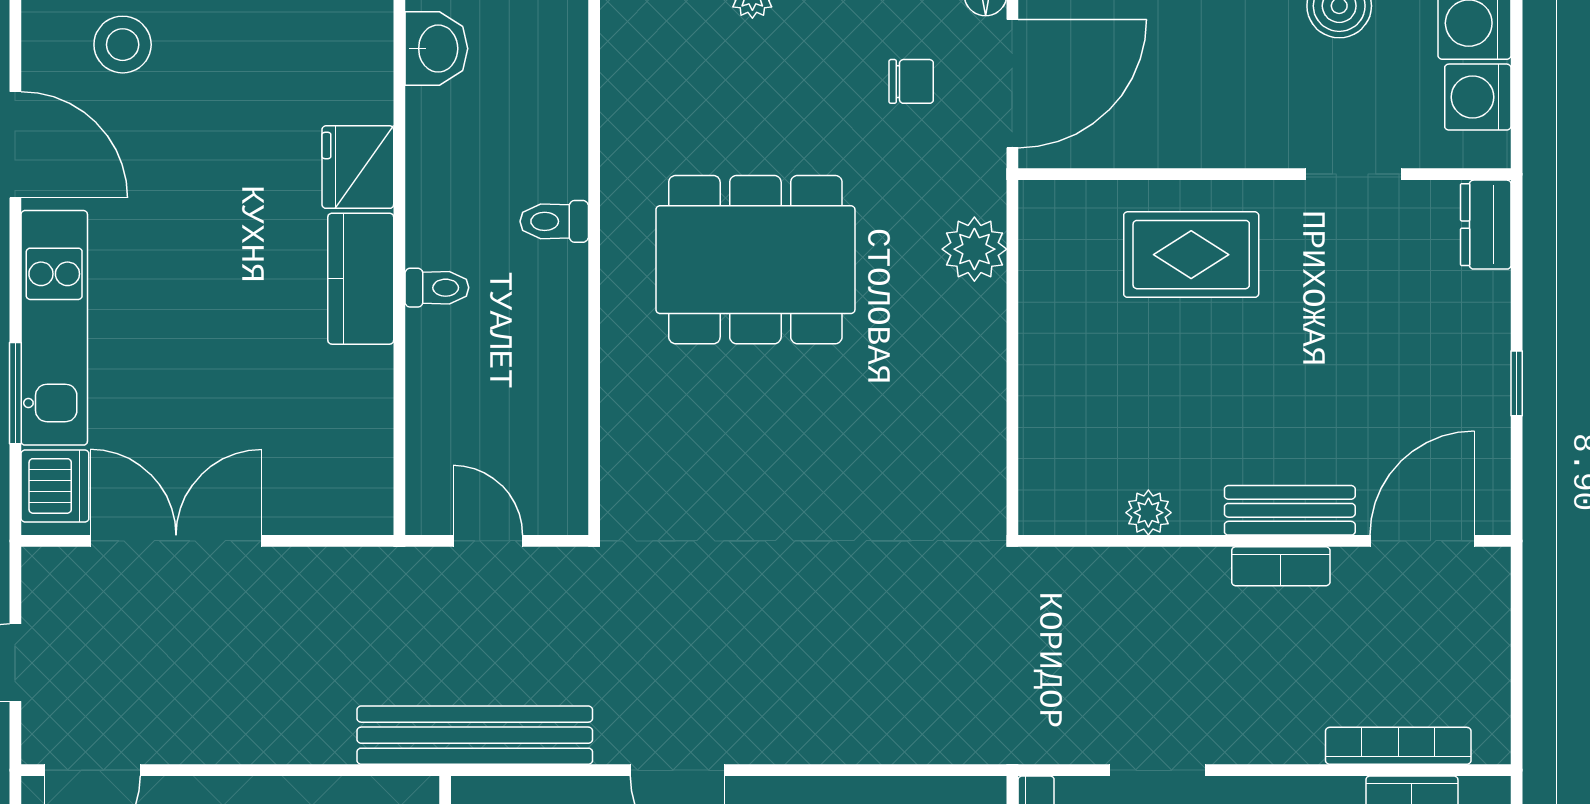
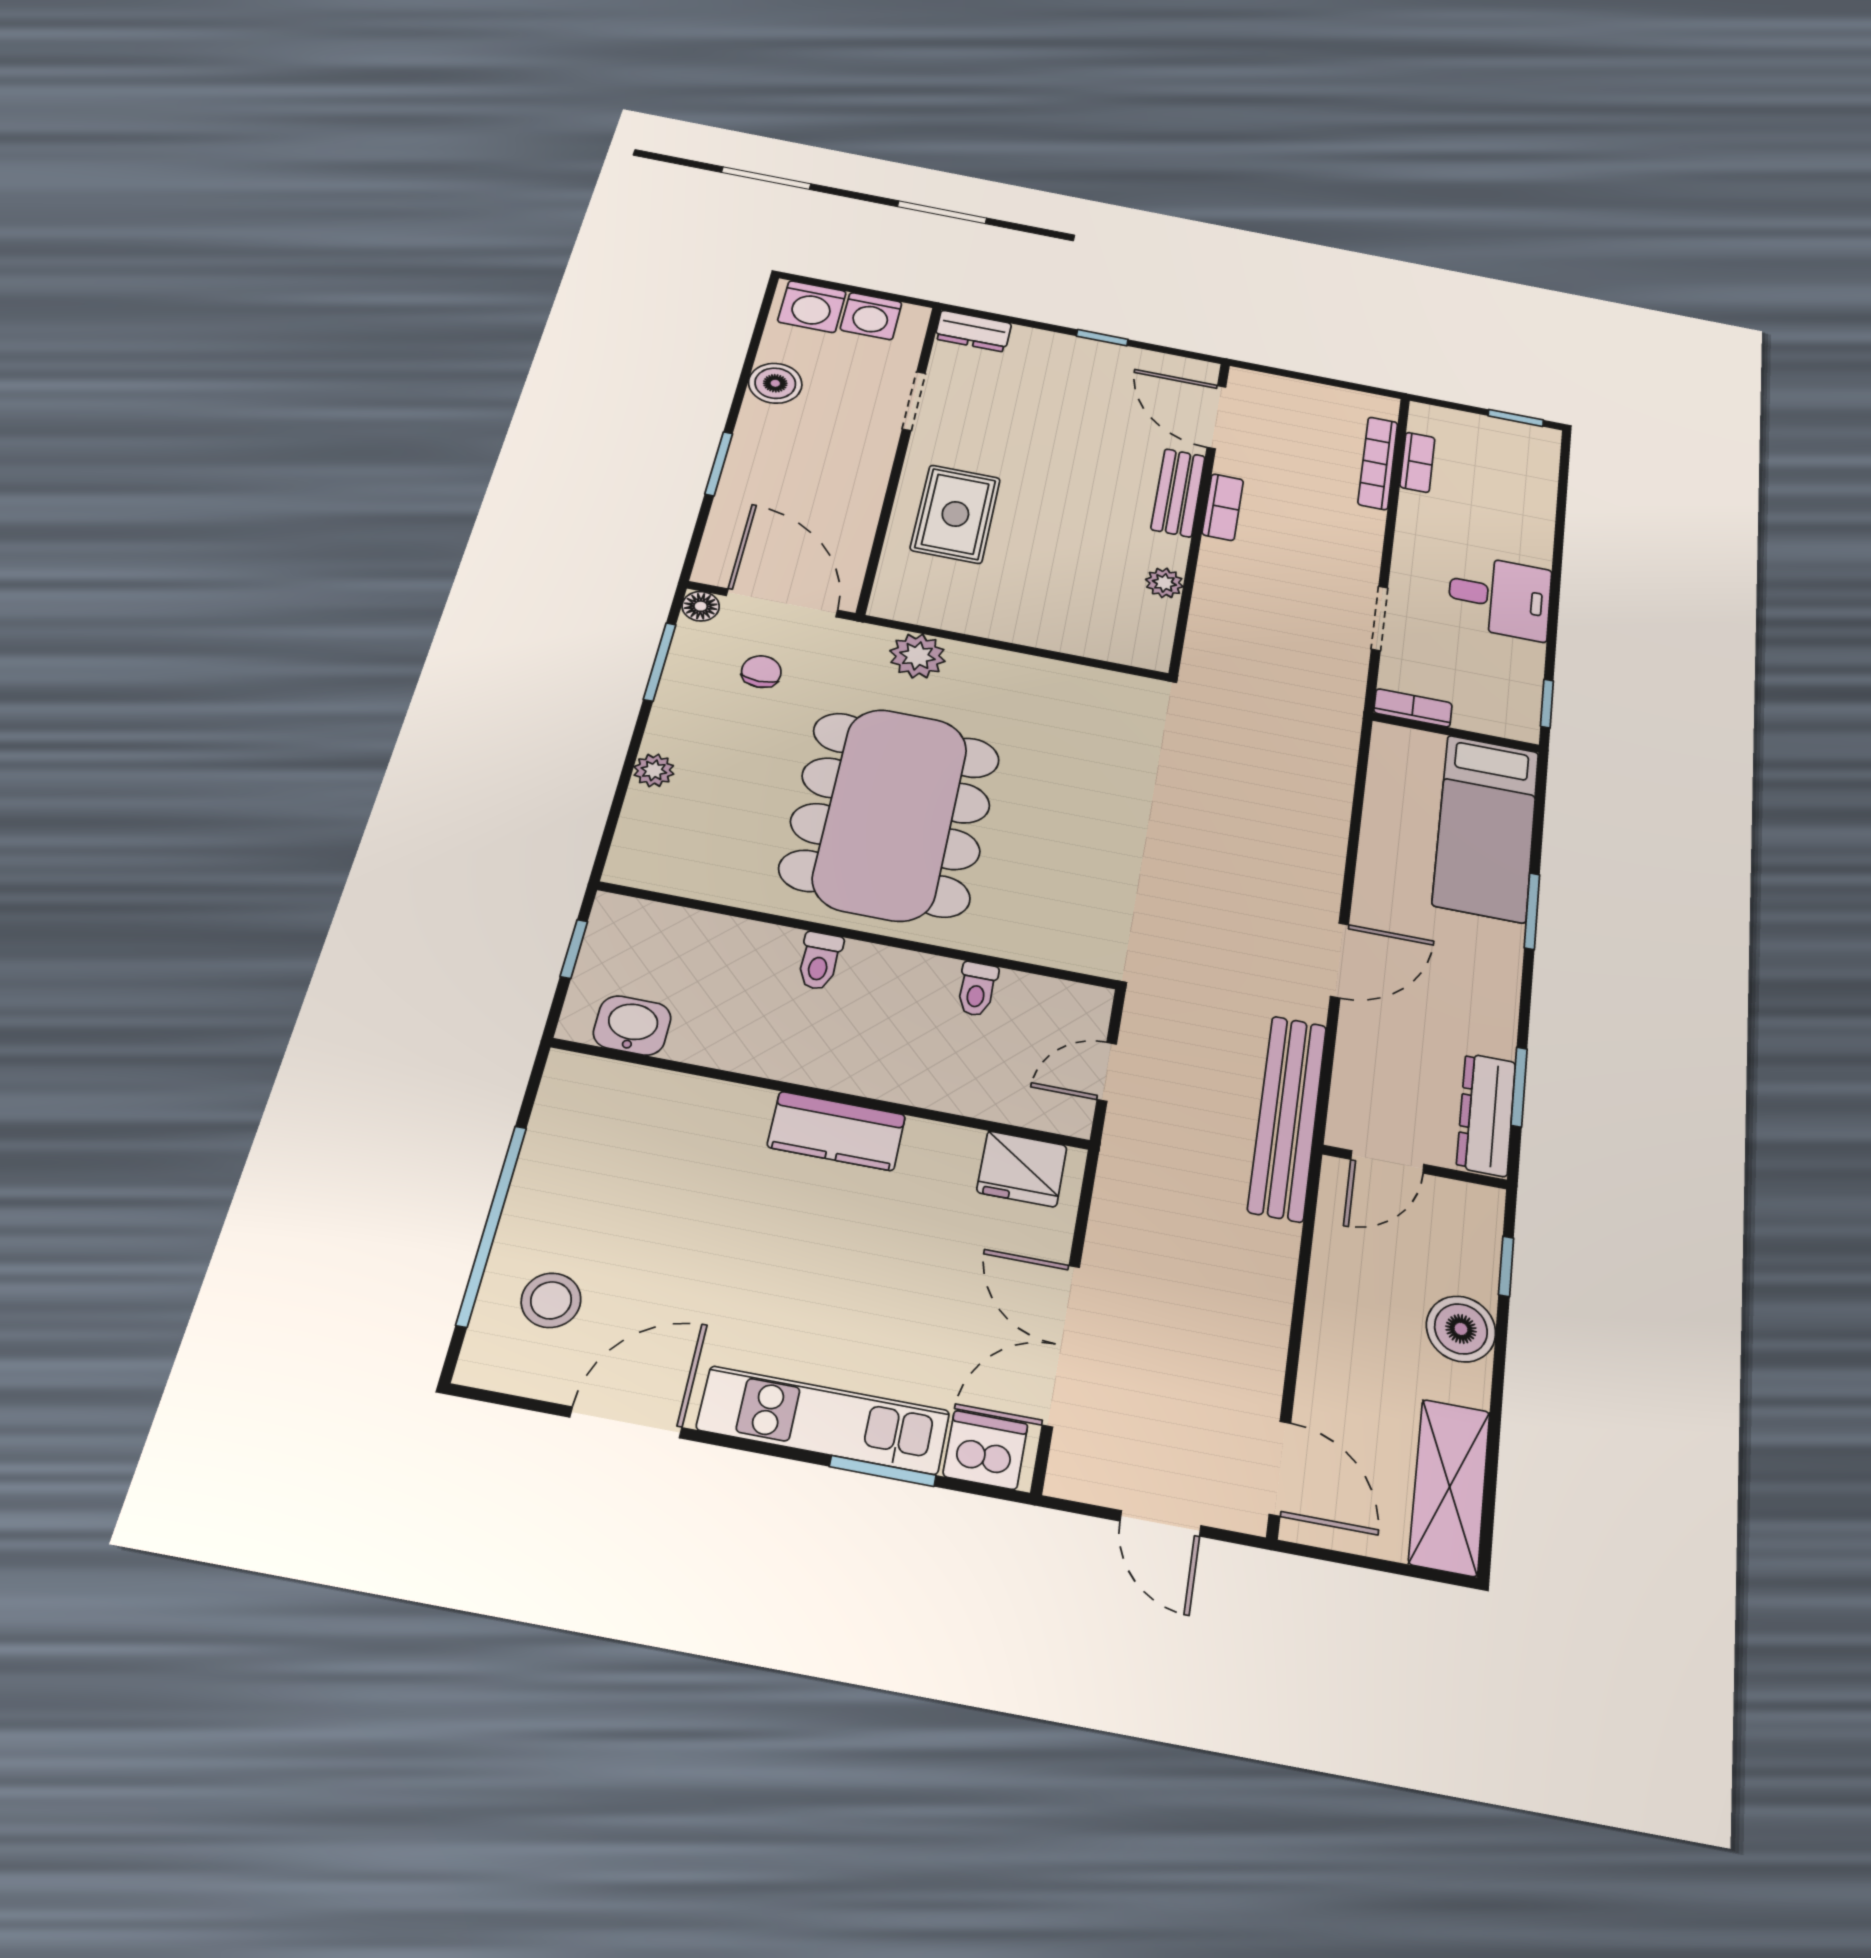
fridge: (358, 167) -> (1022, 1169), moved
dining table: (755, 260) -> (891, 813), width x1.36, depth x1.24
toilet: (437, 288) -> (977, 989), moved, turned 180

